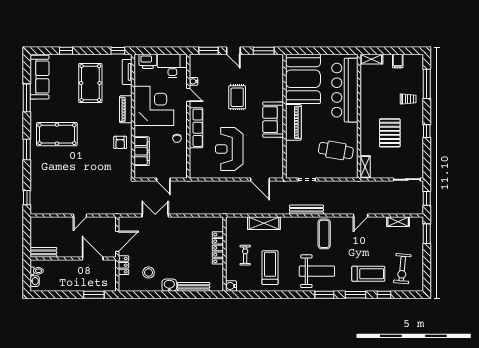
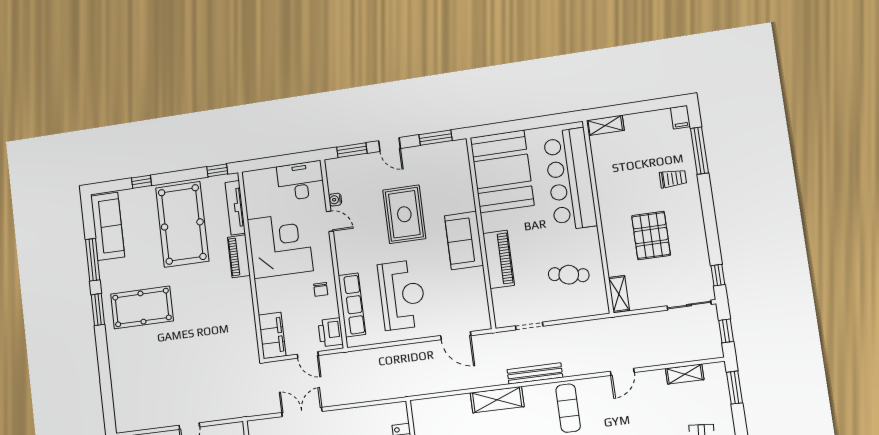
printer: (148, 61) -> (330, 332), moved, turned 90
filing cabinet: (398, 61) -> (680, 117), moved
tv unit: (127, 72) -> (235, 208), width x1.41
pool table: (90, 83) -> (182, 224), width x1.36, depth x1.32
rug: (237, 97) -> (404, 214), width x1.36, depth x1.43
piano: (293, 122) -> (499, 259), moved
row of seats: (196, 128) -> (352, 305), moved
window: (427, 131) -> (718, 275), moved
armchair: (120, 142) -> (236, 307), removed
reception desk: (229, 149) -> (402, 295), turned 180
window: (27, 150) -> (98, 310), moved
cafe table: (336, 150) -> (569, 275), width x0.73, depth x0.74
filing cabinet: (142, 151) -> (272, 335), moved
window: (27, 198) -> (108, 409), removed
shelving: (264, 223) -> (497, 400), moved

